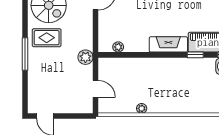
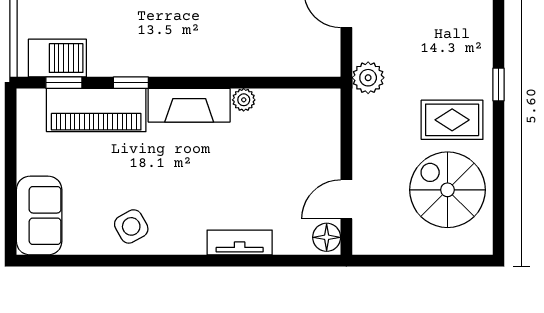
plant: (118, 47) -> (244, 100), moved
window: (25, 54) -> (499, 85), width x0.46

